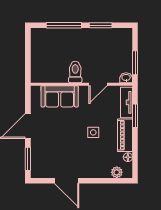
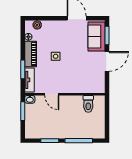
toilet: (75, 72) -> (88, 104), moved
door: (98, 84) -> (52, 94), swing flipped
sofa: (60, 96) -> (97, 36), moved, turned -90

